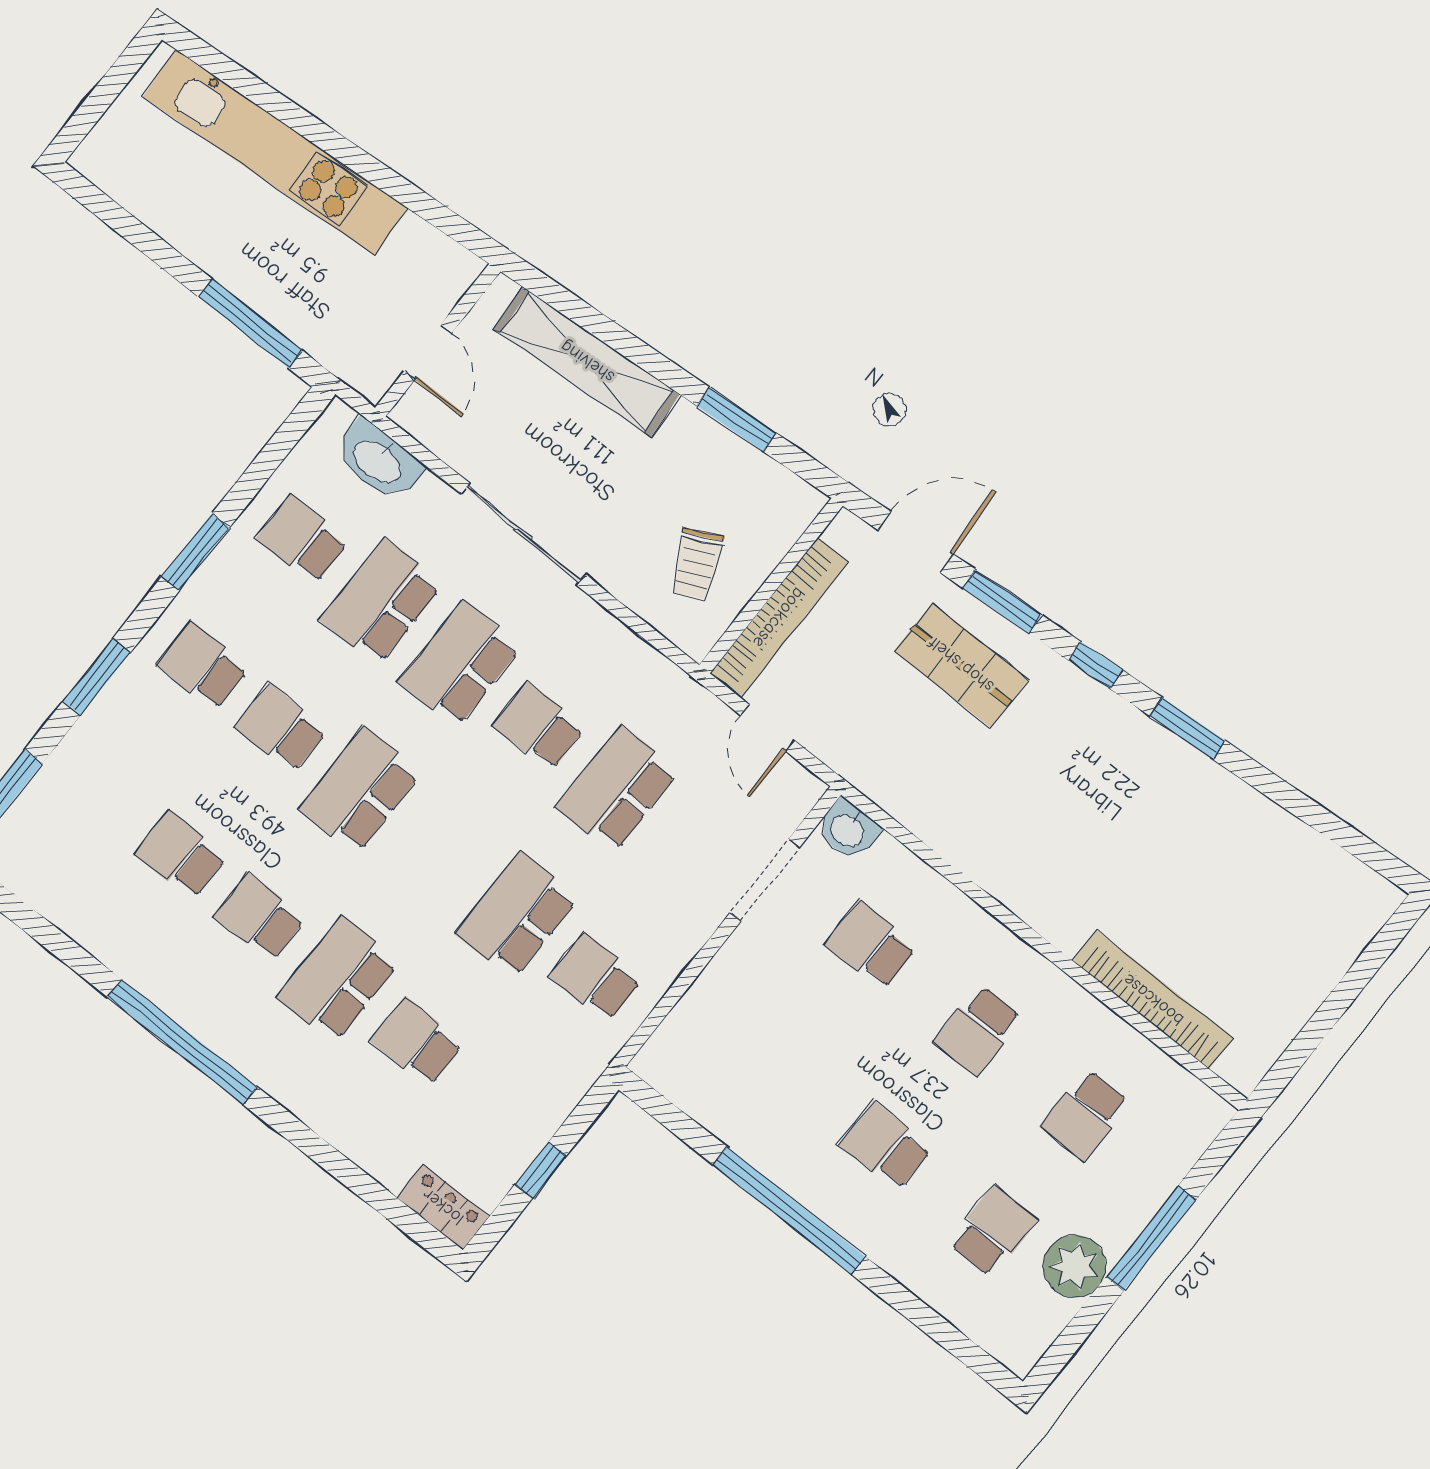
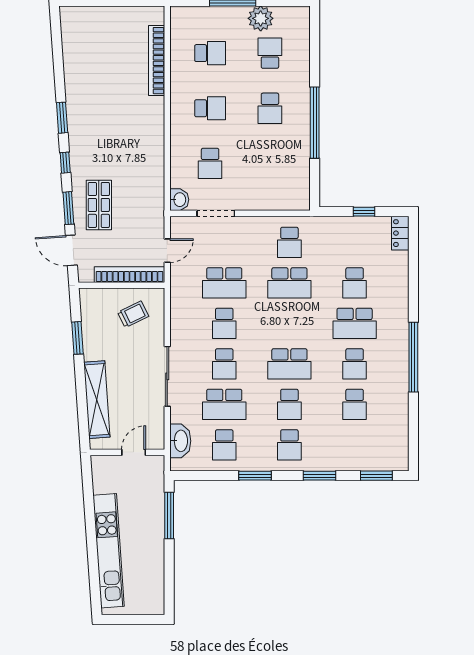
school desk: (460, 664) -> (224, 364), width x0.54
school desk: (993, 1231) -> (270, 53), turned 90

